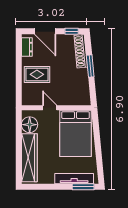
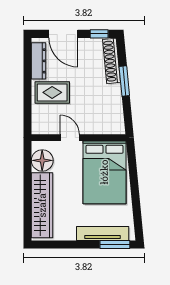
dresser: (27, 47) -> (39, 61), width x1.44

